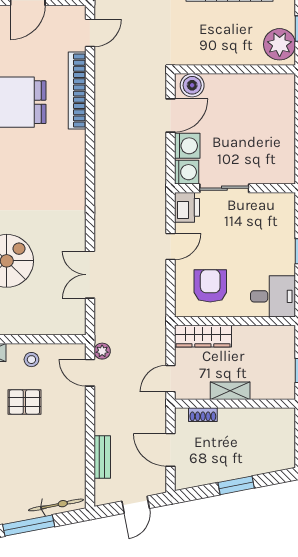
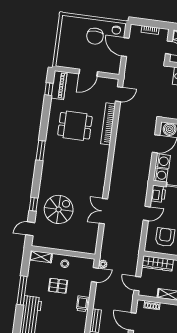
double door: (90, 275) -> (103, 211), moved
door: (90, 373) -> (95, 275), swing flipped
door: (171, 379) -> (137, 284), hinge flipped
trolley: (74, 429) -> (82, 304), added

